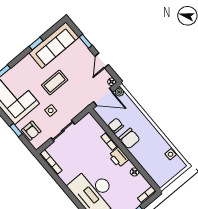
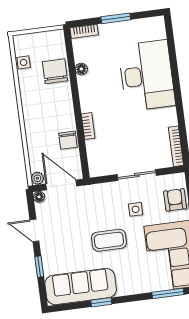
door: (102, 61) -> (34, 230), swing flipped
chair: (129, 139) -> (55, 71), moved
printer: (119, 157) -> (89, 99), removed

